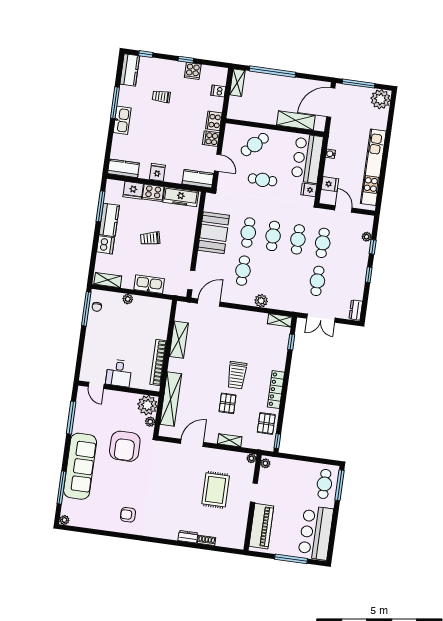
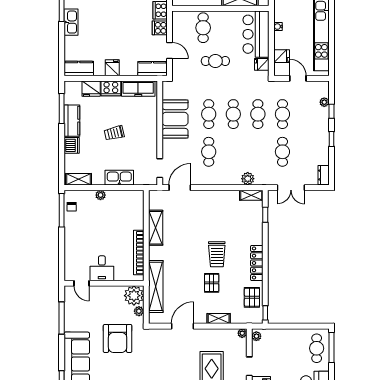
cafe table: (255, 145) -> (203, 28), turned -46
plant: (261, 301) -> (248, 179), moved

